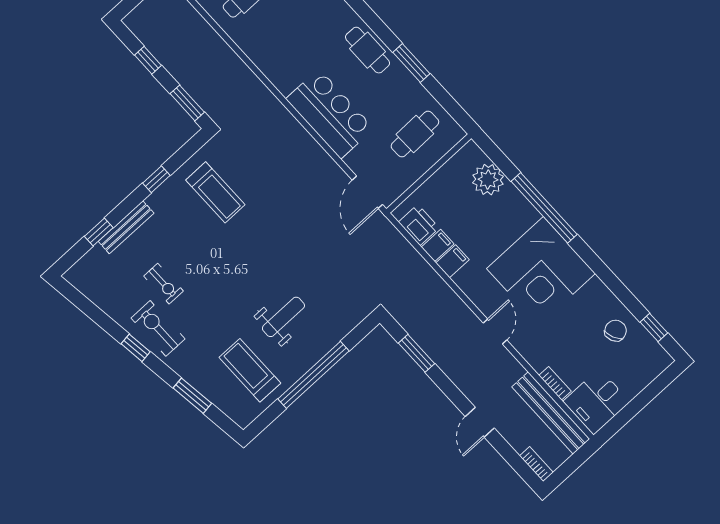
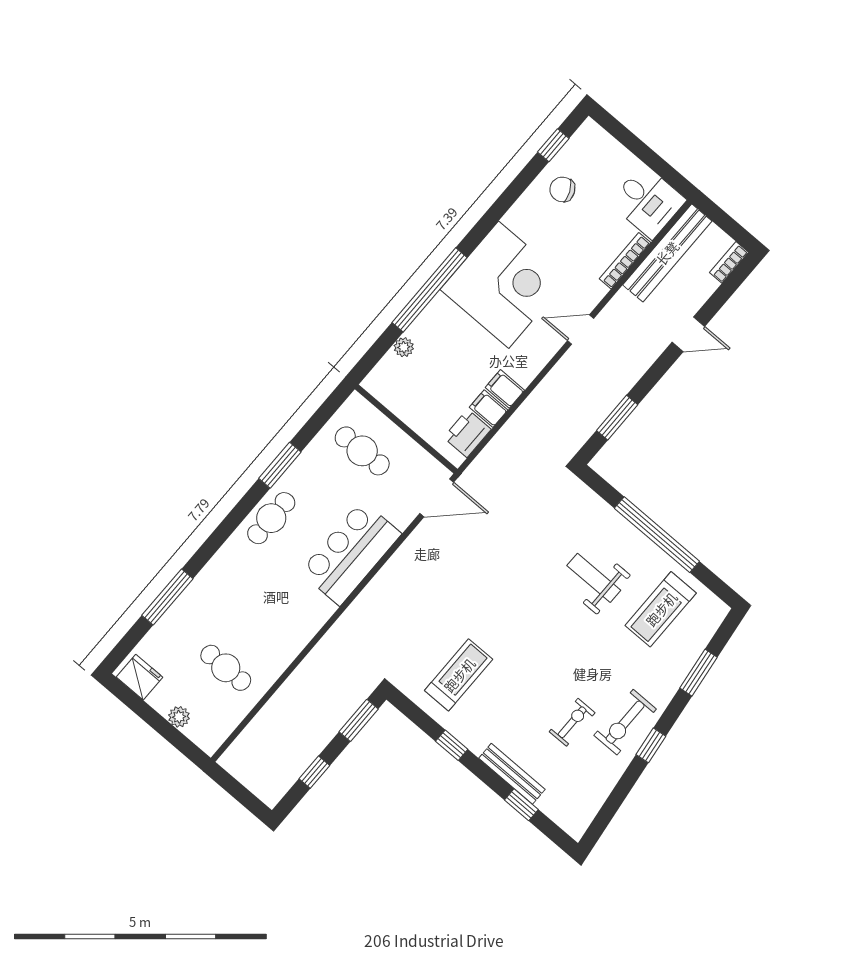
plant: (488, 180) -> (404, 347), width x0.53, depth x0.53
bookcase: (555, 383) -> (625, 261), width x1.56

